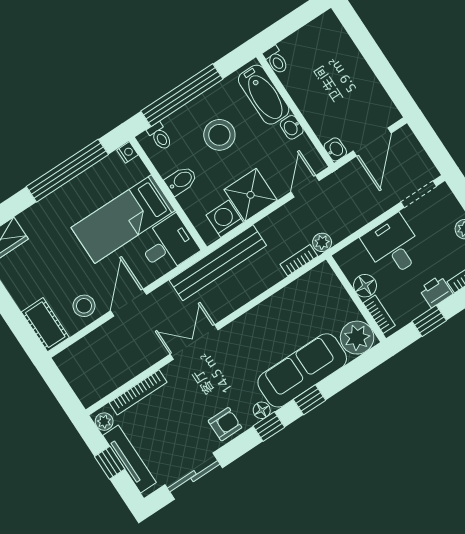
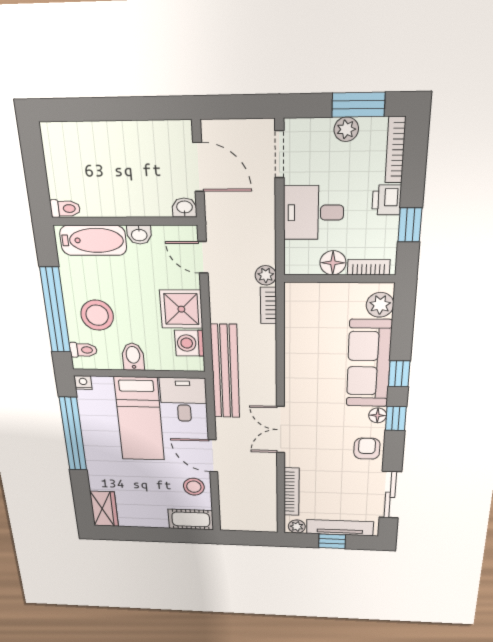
stool: (219, 135) -> (97, 315), moved
plant: (357, 338) -> (380, 305), width x0.73, depth x0.73

